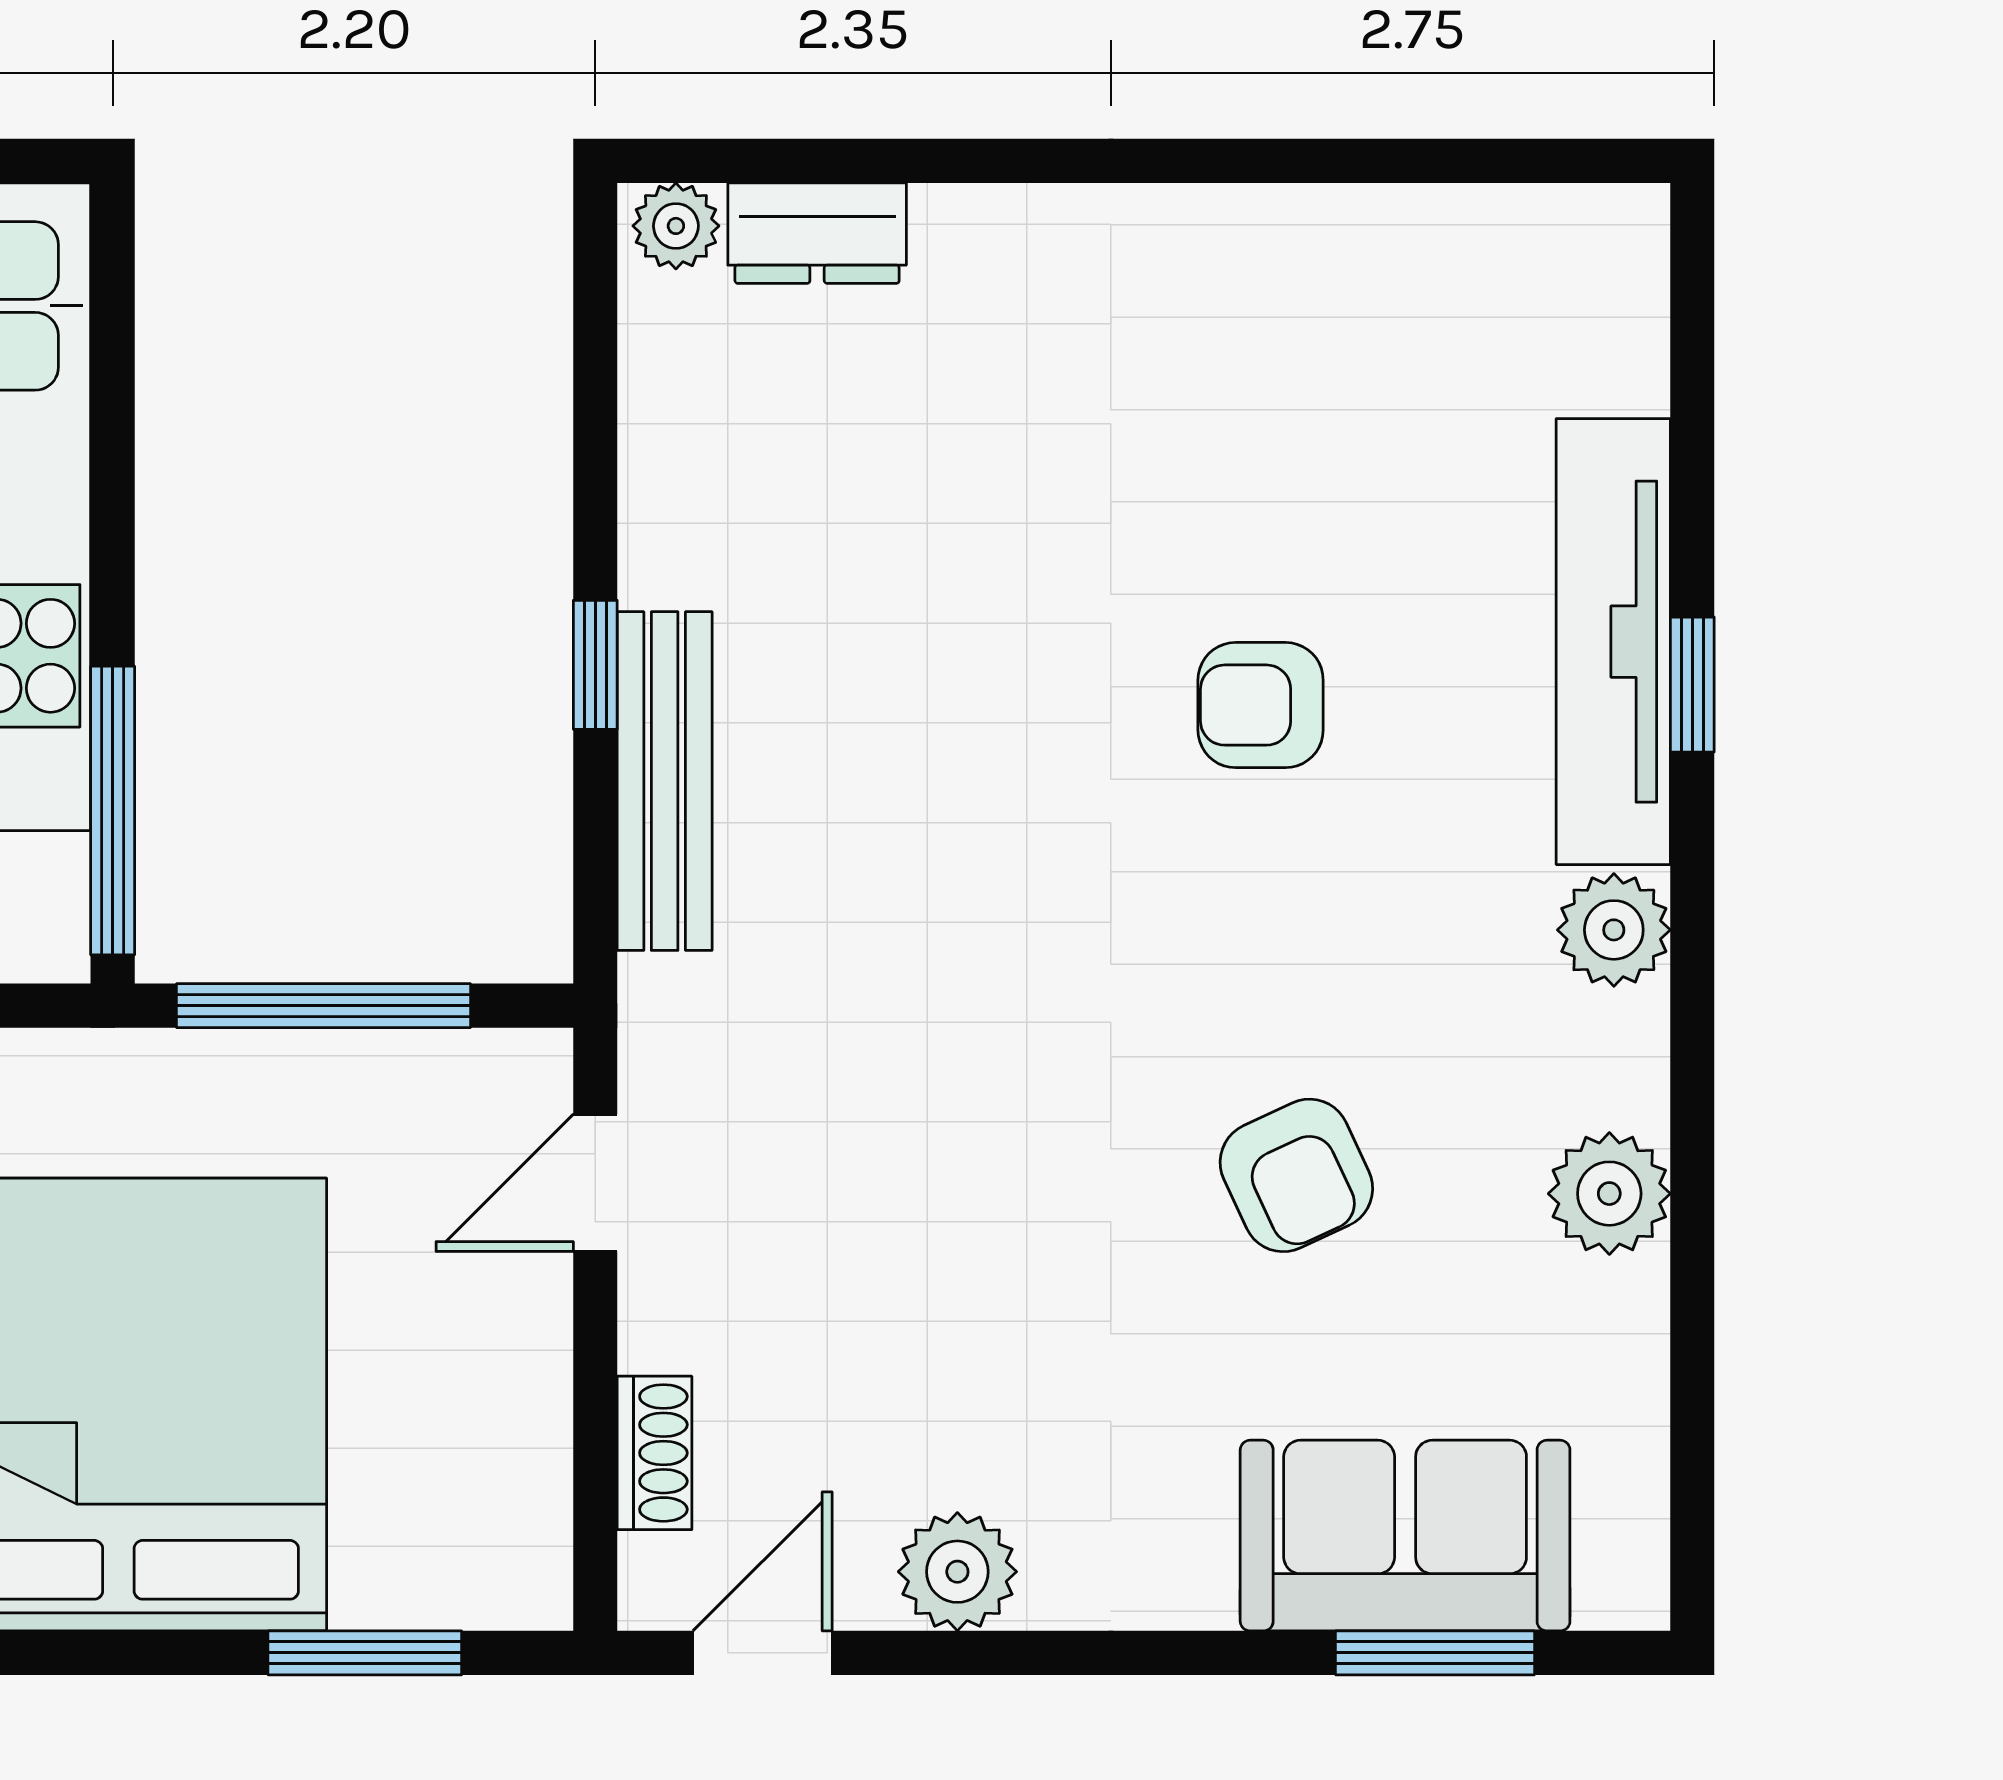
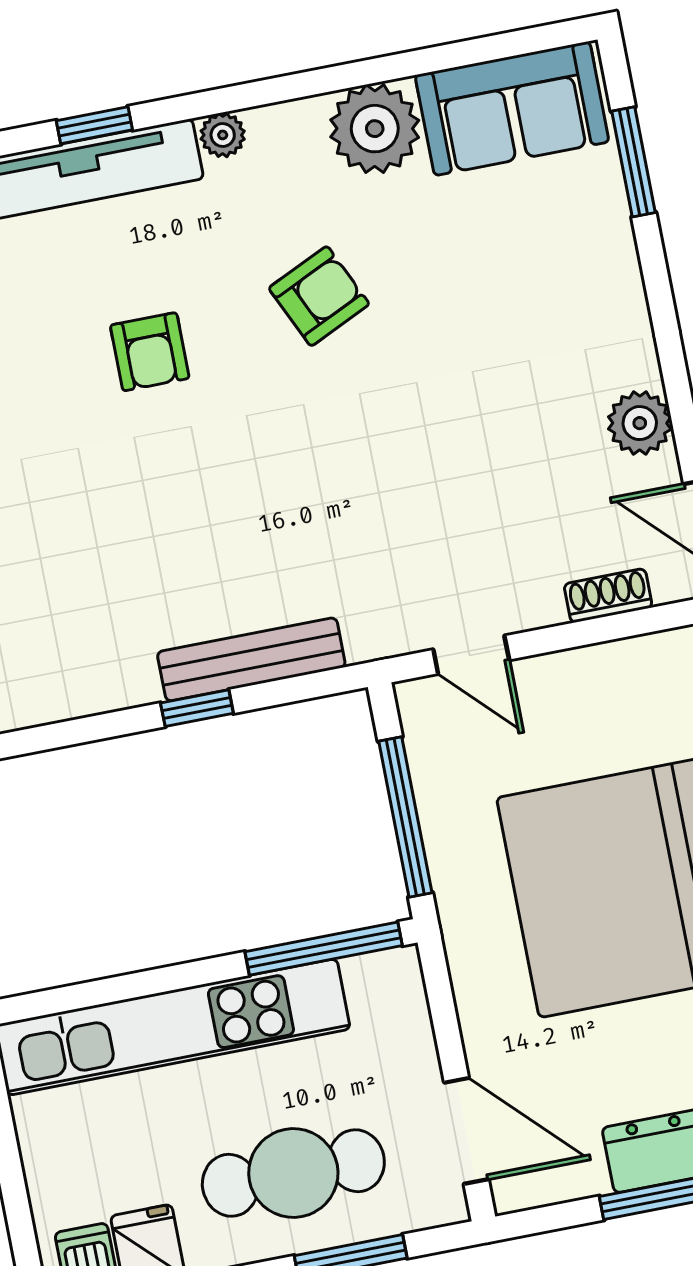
plant: (1614, 930) -> (223, 135), width x0.73, depth x0.73
armchair: (1296, 1175) -> (319, 296), moved
plant: (1609, 1194) -> (375, 129), width x1.36, depth x1.36
sofa: (1405, 1536) -> (512, 109), moved, turned -90

